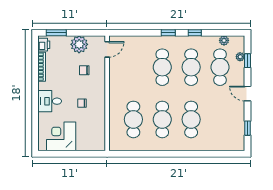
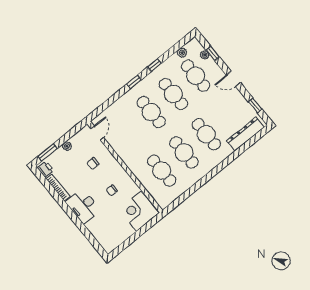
plant: (79, 44) -> (67, 146), width x0.53, depth x0.53
desk: (50, 101) -> (83, 206), width x1.37
corner desk: (61, 136) -> (139, 211), moved
dresser: (222, 144) -> (245, 134), added

